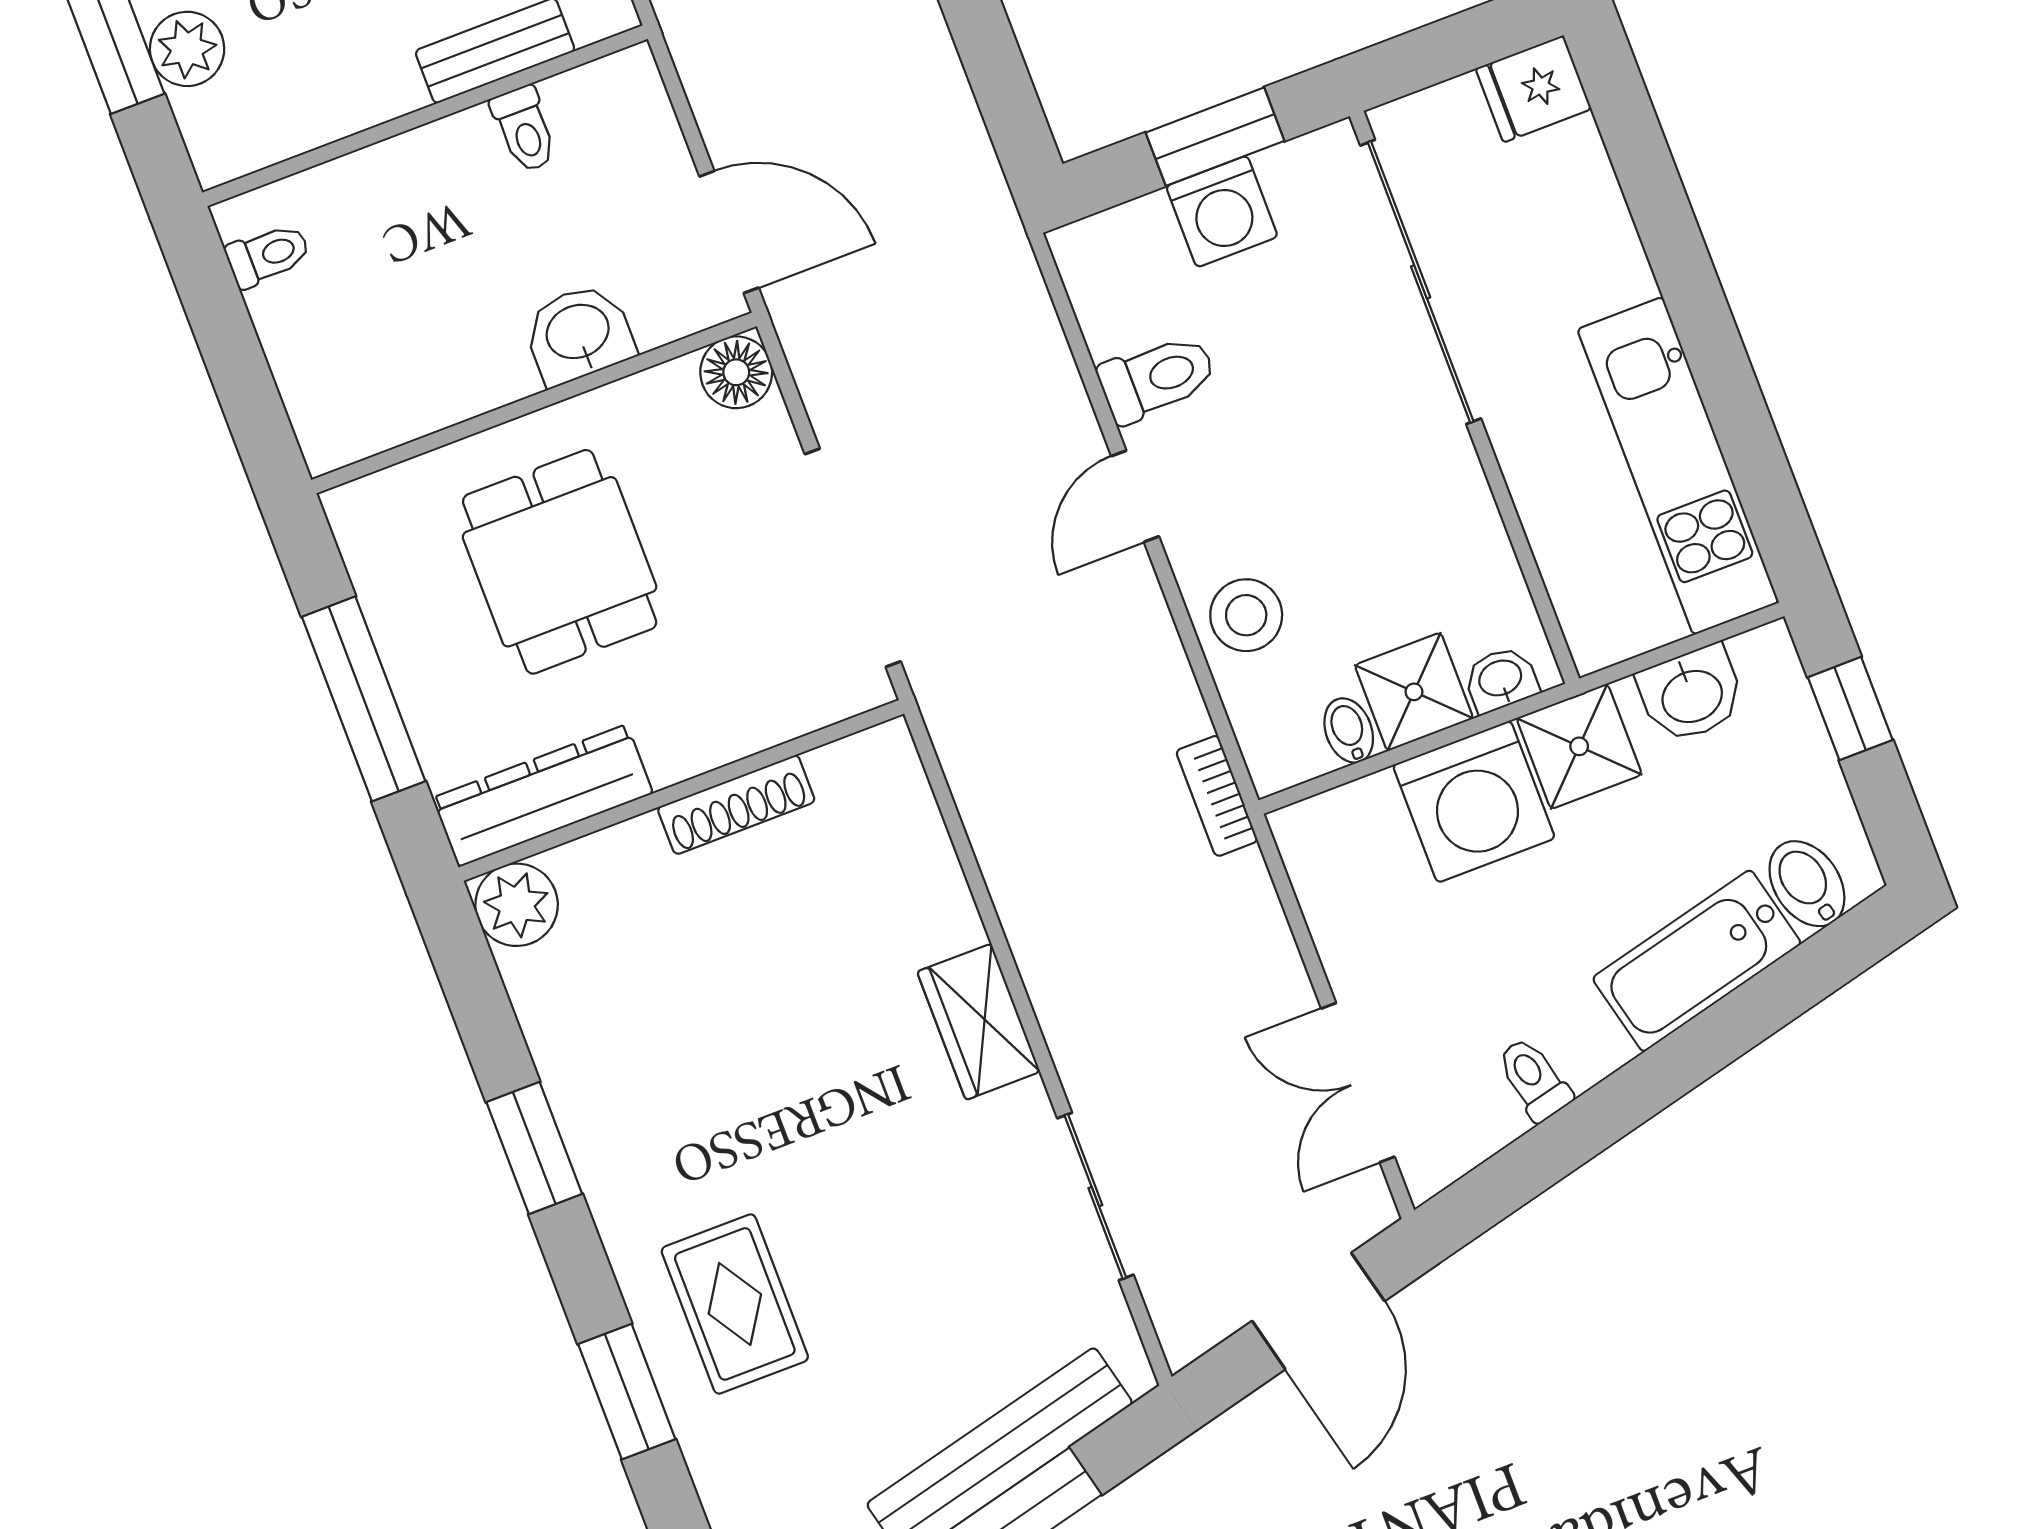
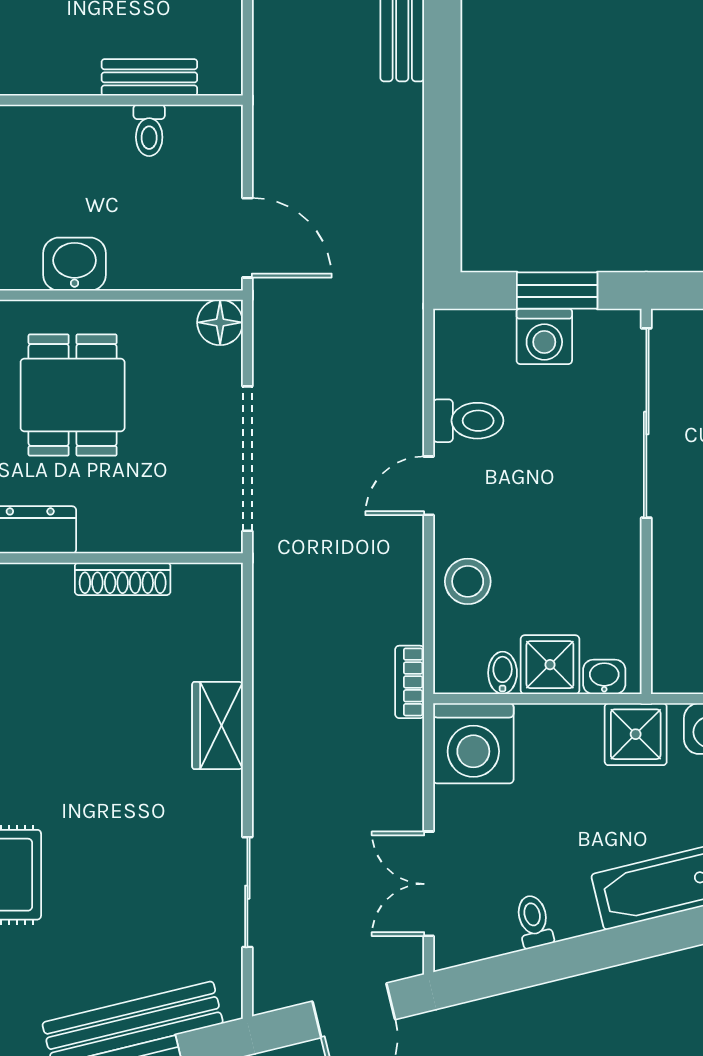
washbasin: (578, 334) -> (75, 264), moved
washing machine: (1474, 802) -> (473, 743), moved
wardrobe: (979, 1022) -> (217, 726), moved

